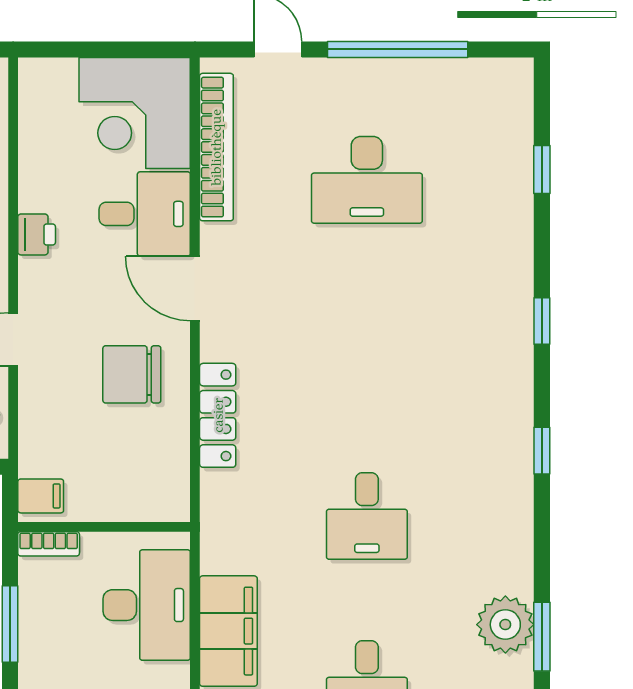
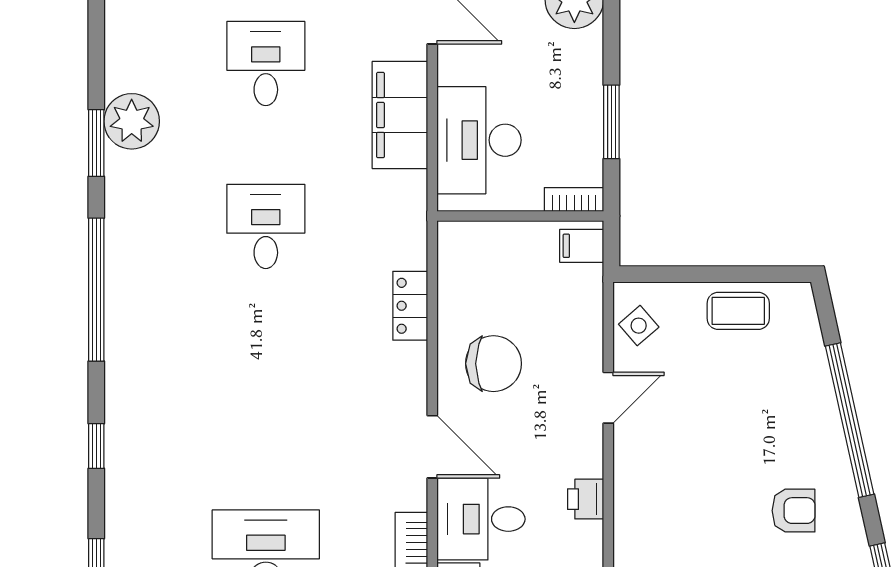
window: (542, 321) -> (96, 446), moved
locker: (218, 415) -> (410, 306), width x0.66
window: (542, 451) -> (96, 290), width x3.17
window: (542, 637) -> (96, 143), moved

